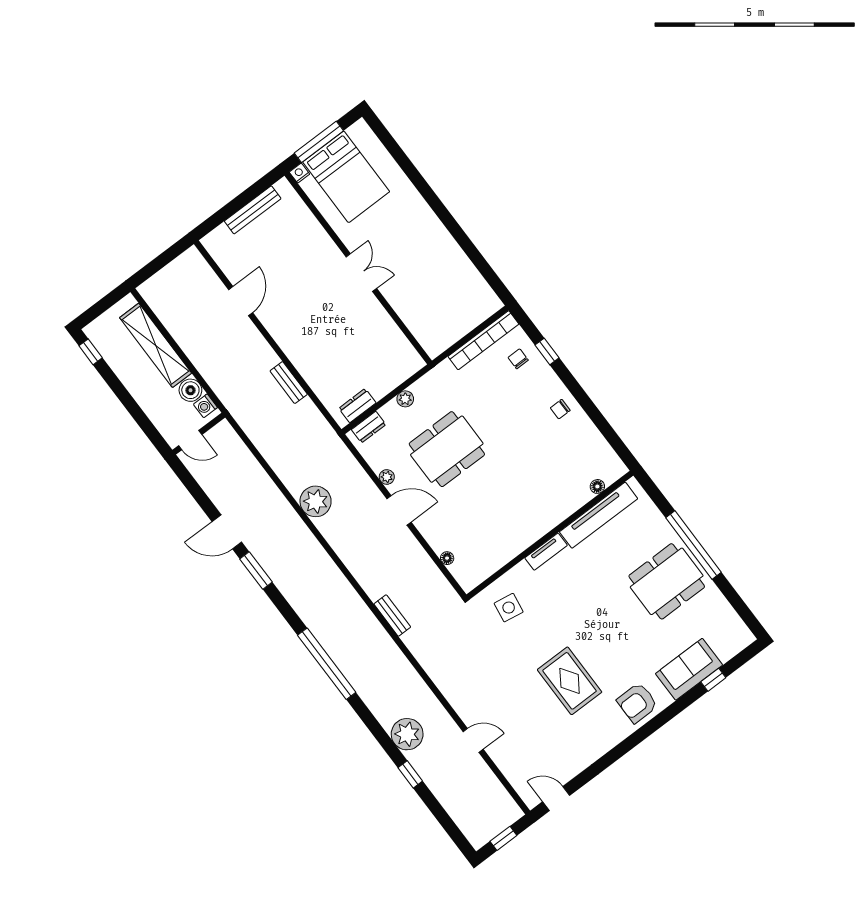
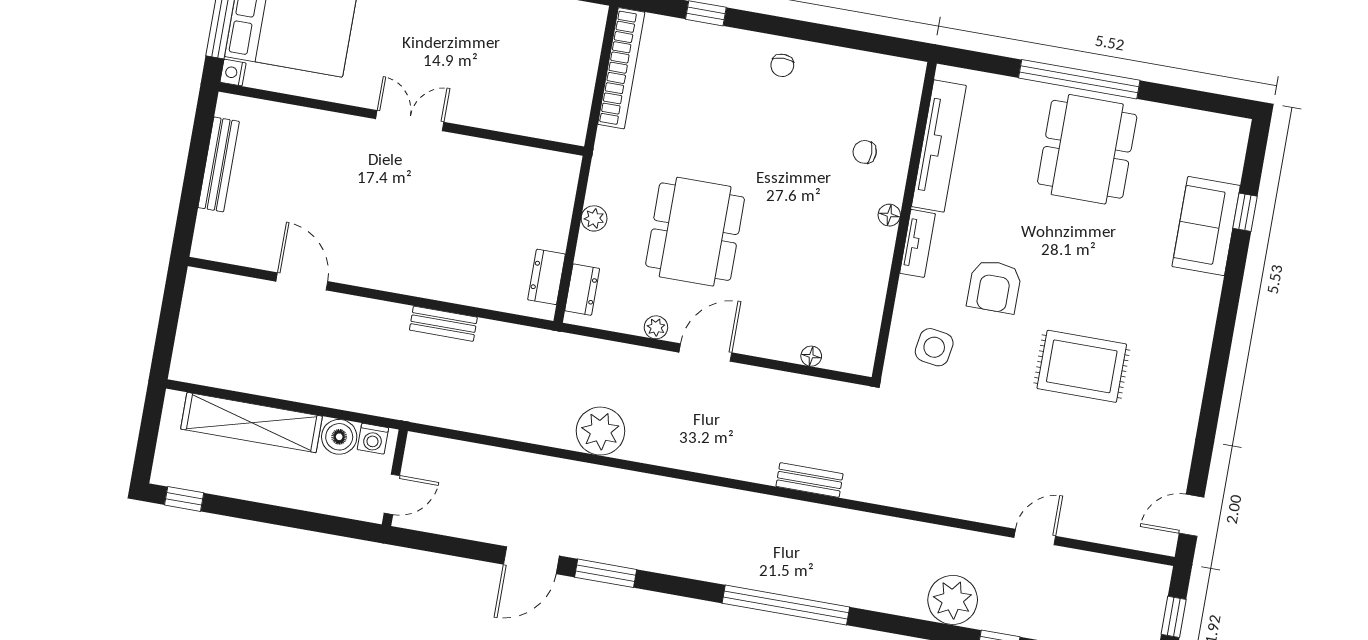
chair: (518, 359) -> (865, 152), moved
floor lamp: (597, 486) -> (889, 215), moved
armchair: (637, 703) -> (994, 287), moved

